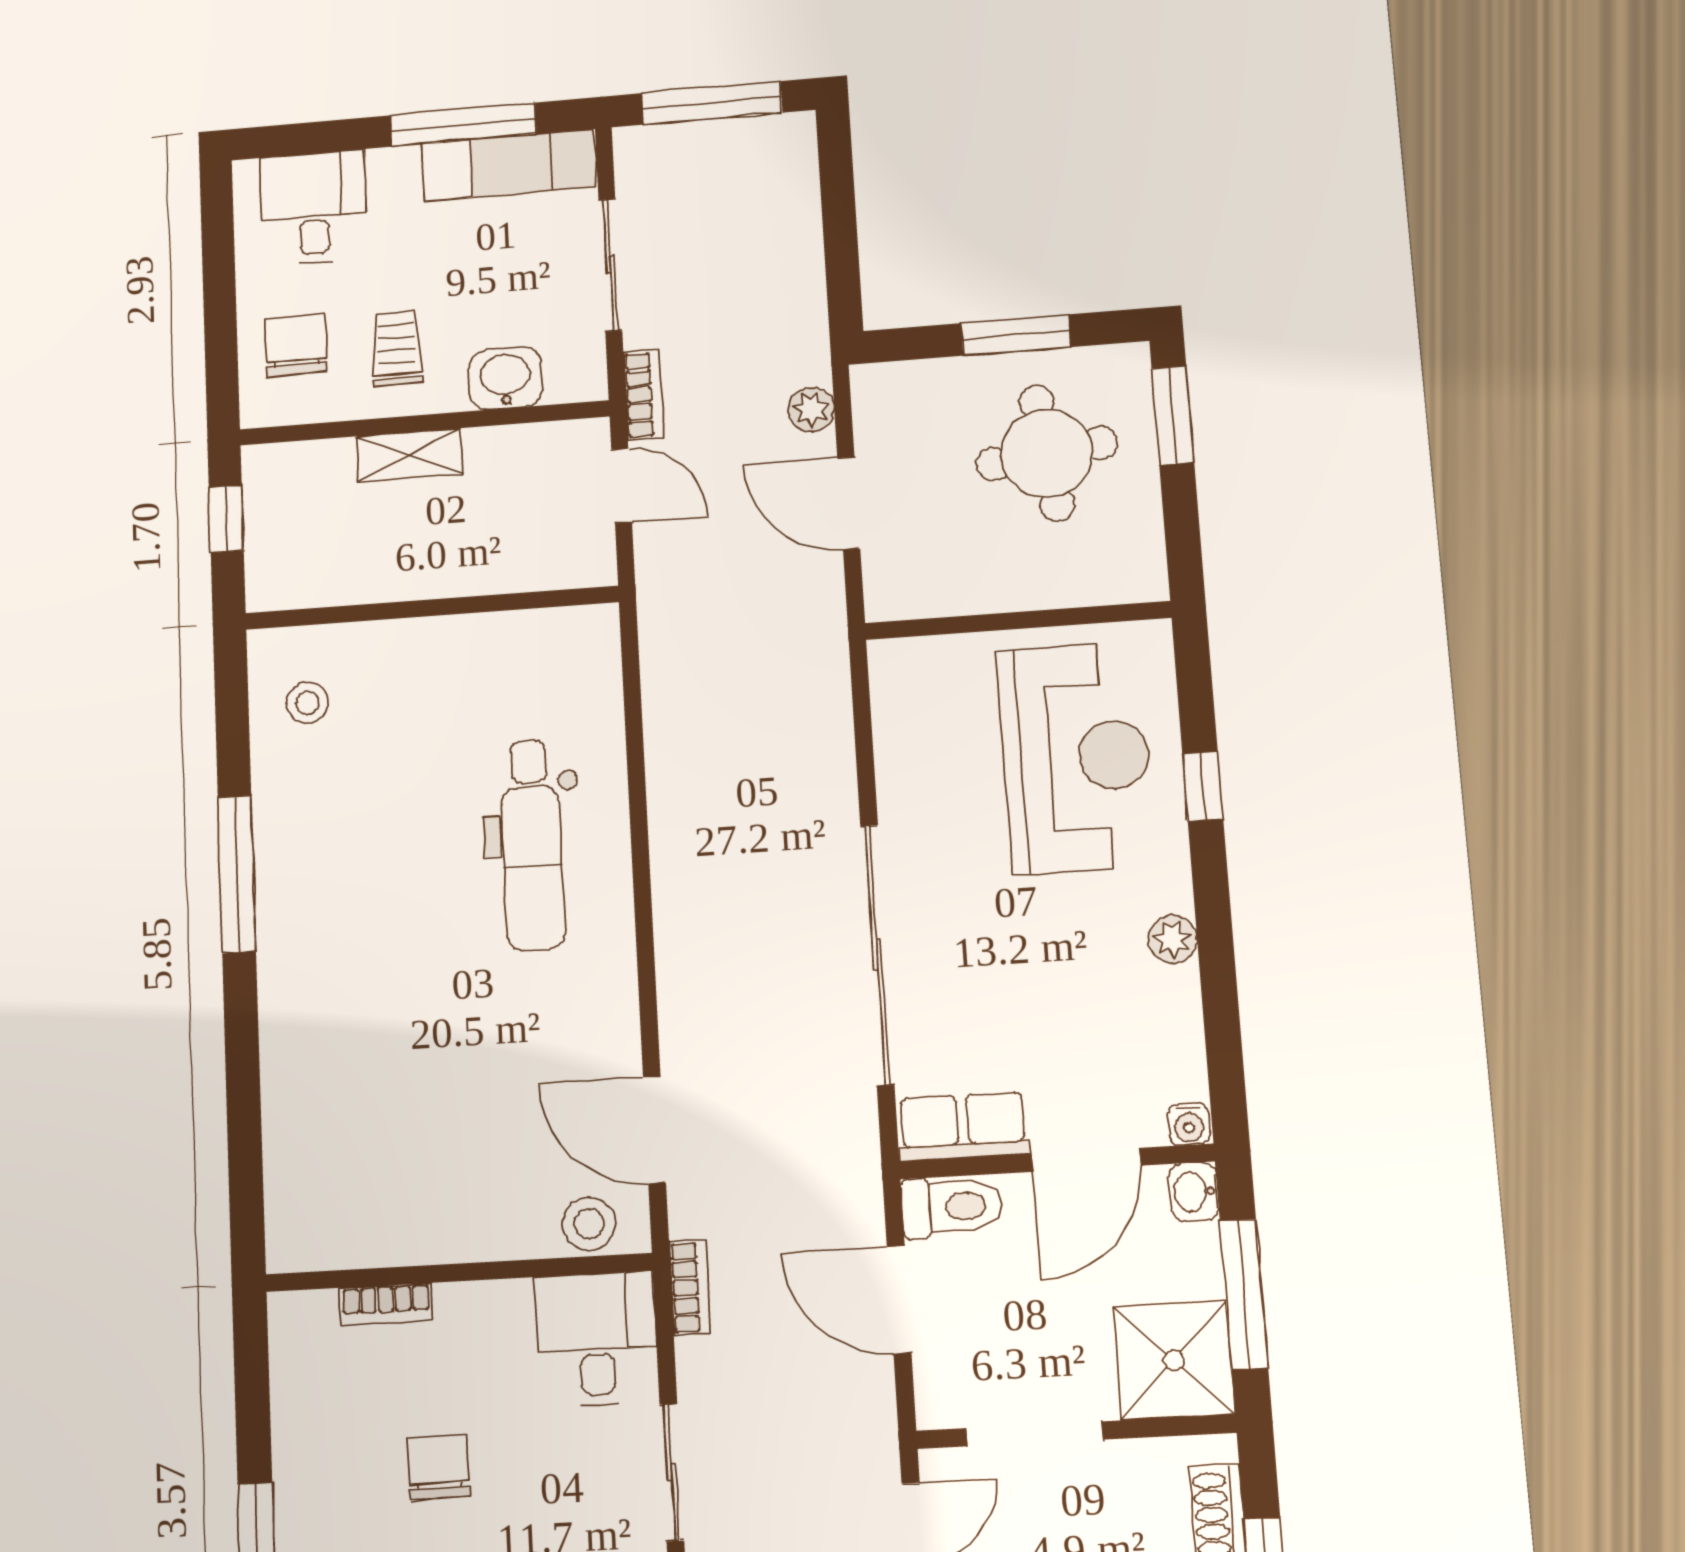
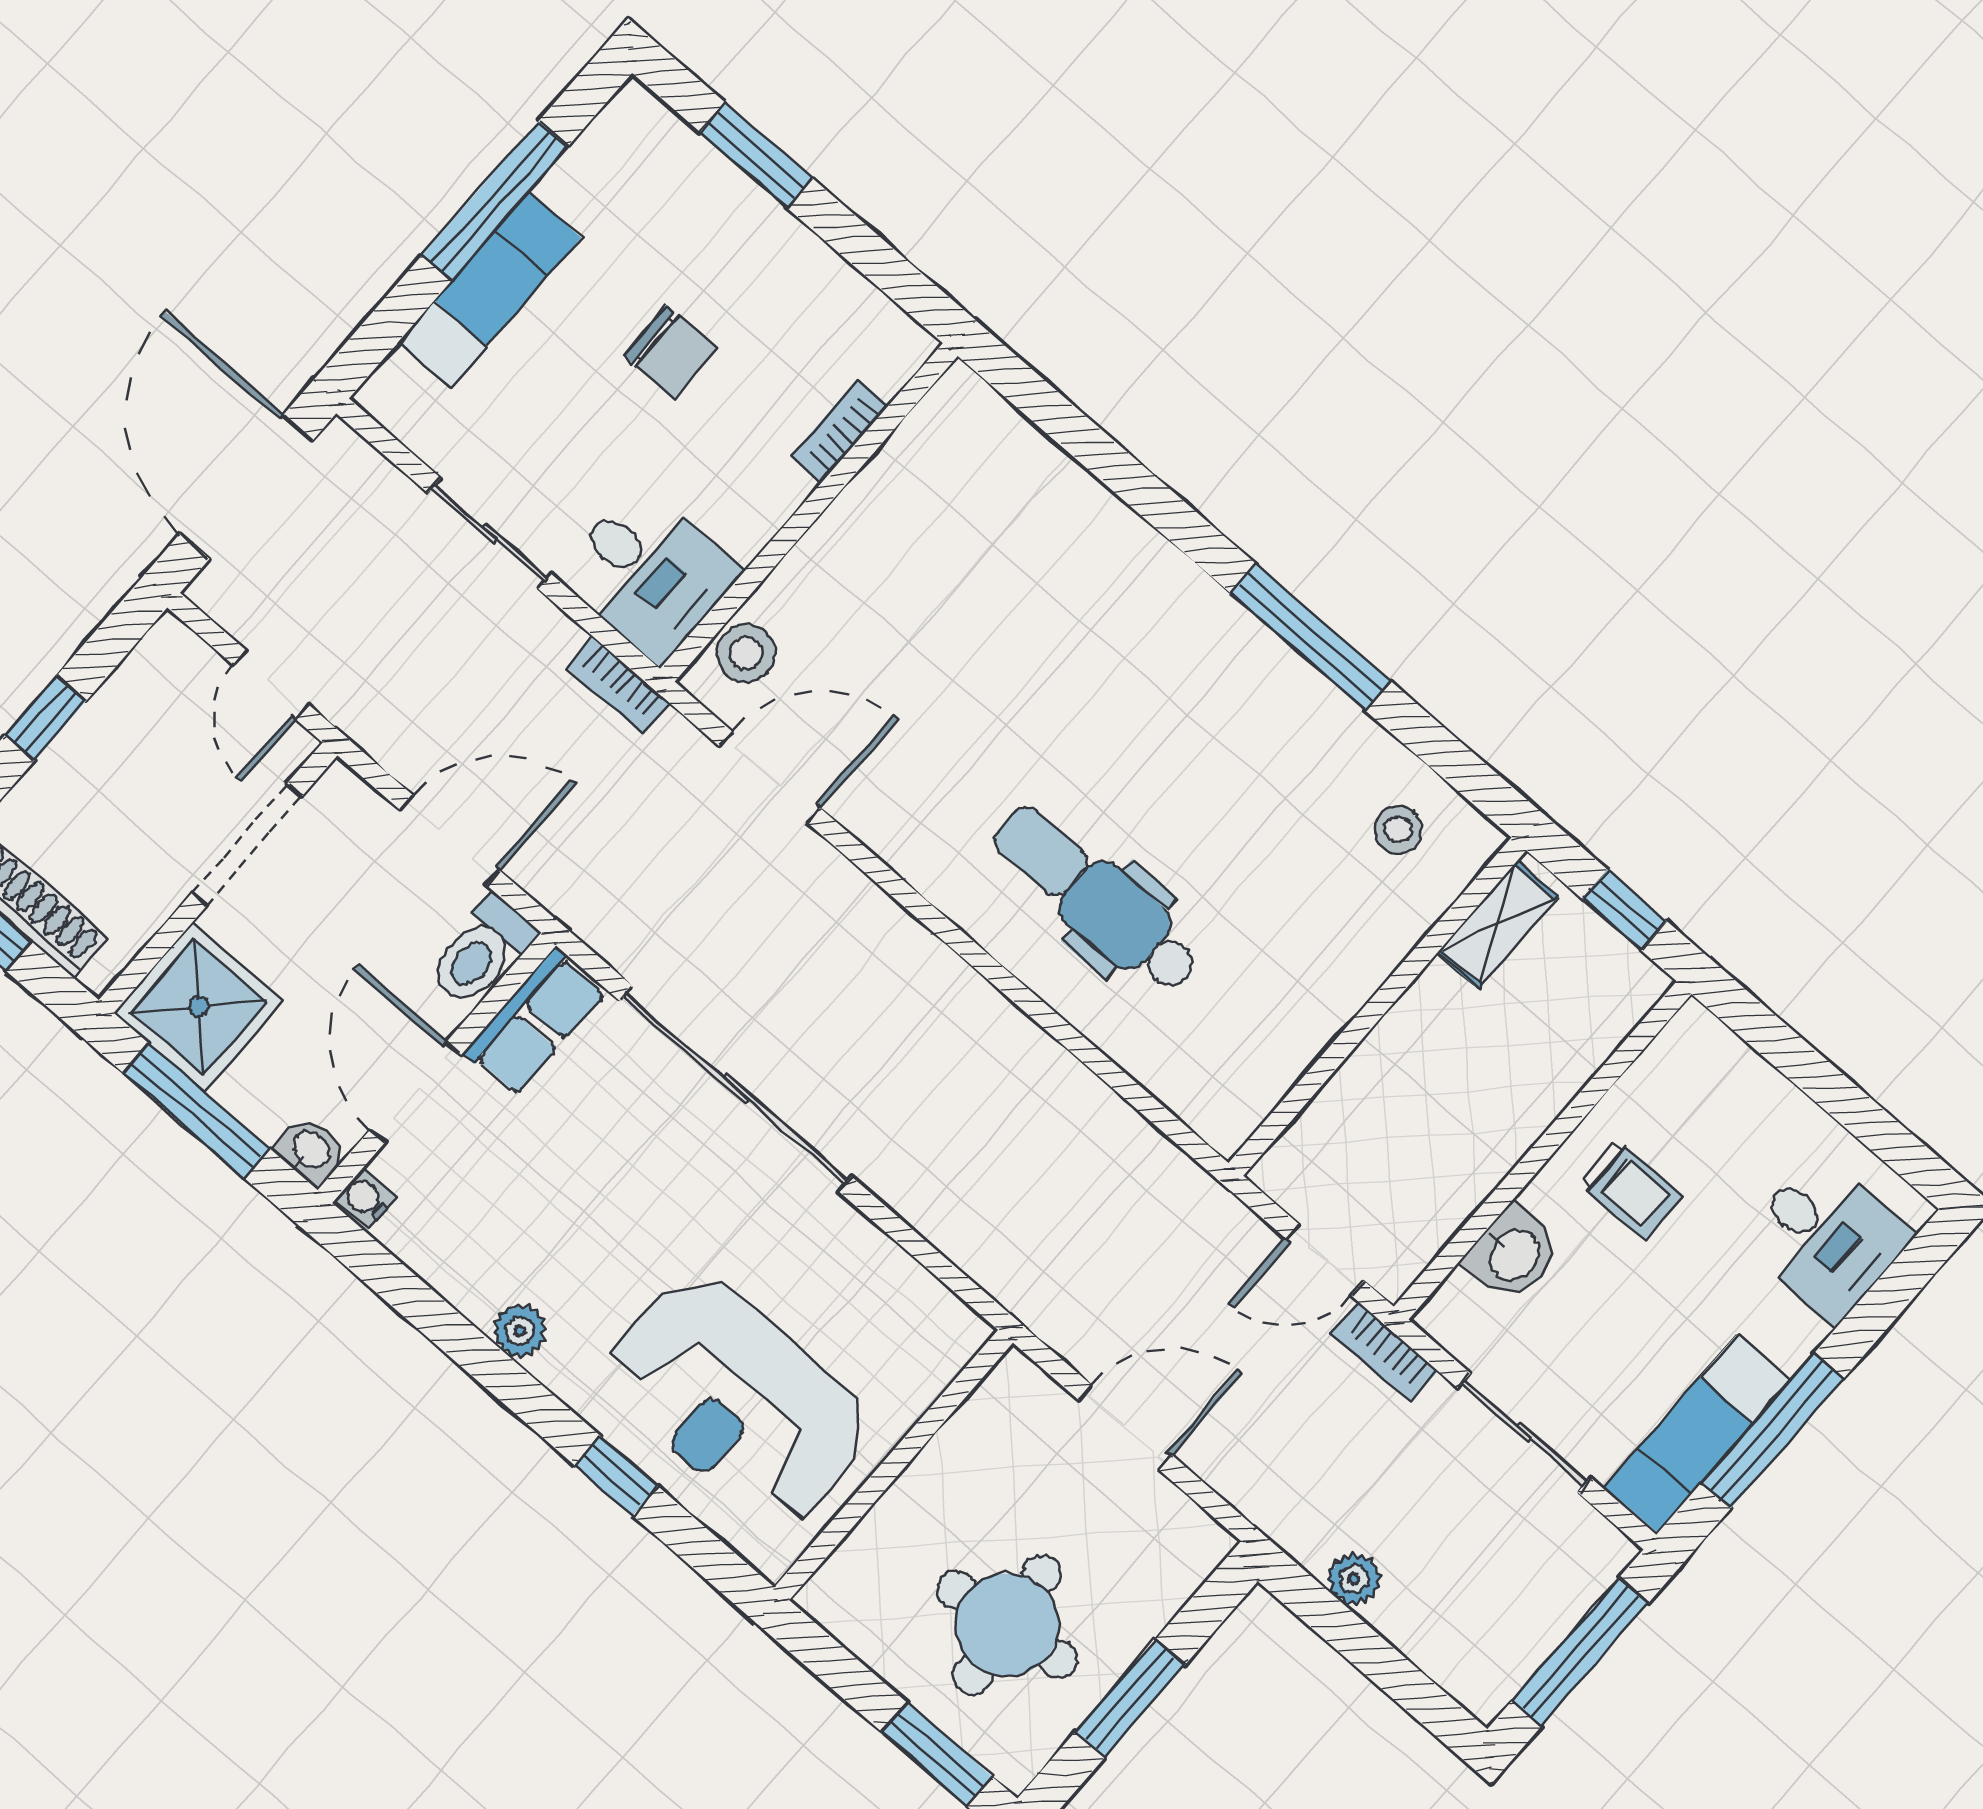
chair: (296, 345) -> (1719, 1109), removed
plant: (811, 409) -> (1354, 1579), moved
shelving: (409, 455) -> (1498, 925), moved

